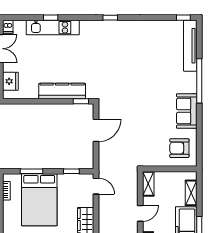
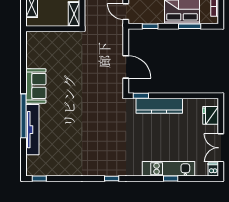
tv unit: (190, 46) -> (32, 130), moved
door: (96, 130) -> (126, 67), swing flipped
armchair: (179, 148) -> (43, 49), removed

